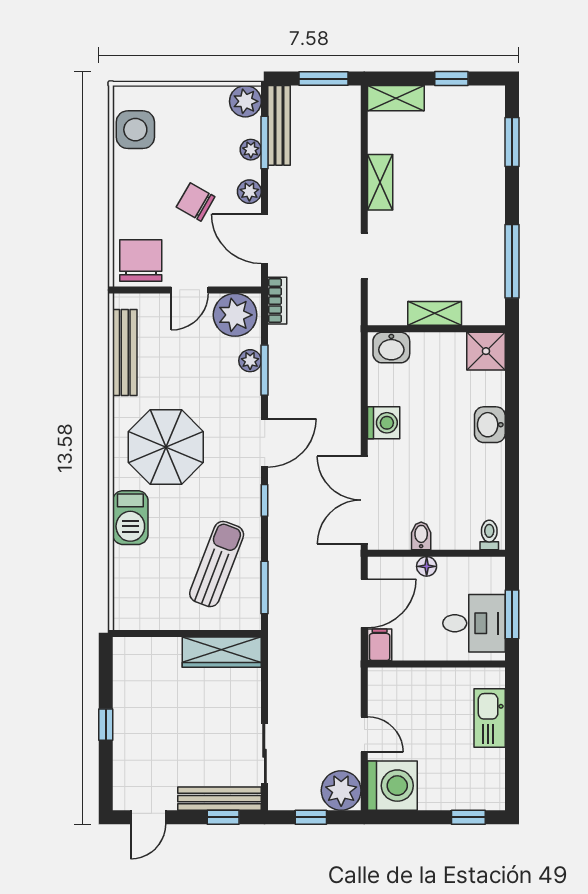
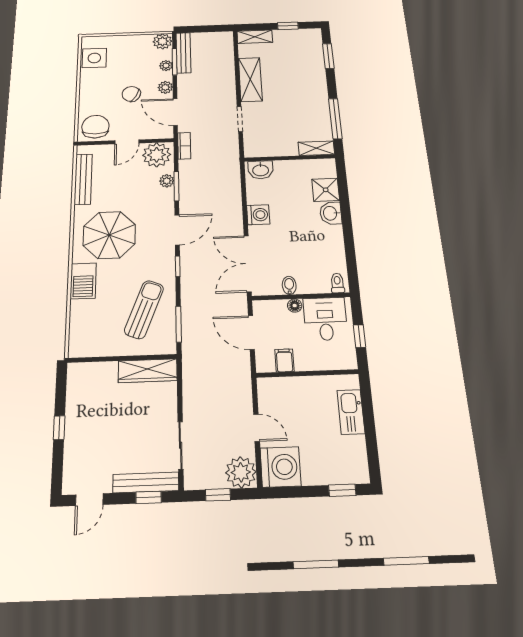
window: (324, 79) -> (210, 29), removed
shelving: (380, 182) -> (250, 79), width x1.50, depth x1.33
shelving: (435, 313) -> (316, 148), moved
shower: (486, 351) -> (326, 190), moved
door: (364, 603) -> (251, 332), swing flipped
window: (512, 614) -> (359, 336), width x0.67
desk: (474, 623) -> (325, 319), moved, turned -90
filing cabinet: (380, 645) -> (284, 360), moved

